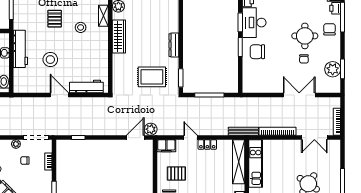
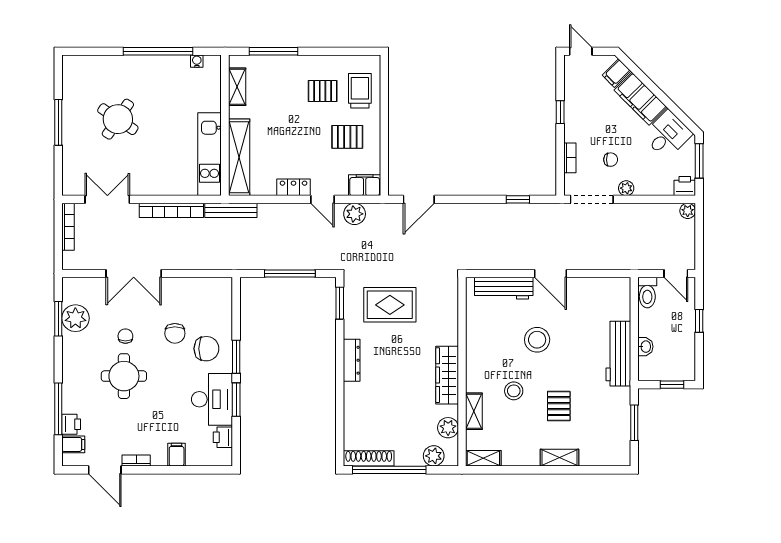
chair: (330, 29) -> (175, 333), moved
stool: (50, 60) -> (537, 340), moved
plant: (151, 129) -> (355, 214), moved

